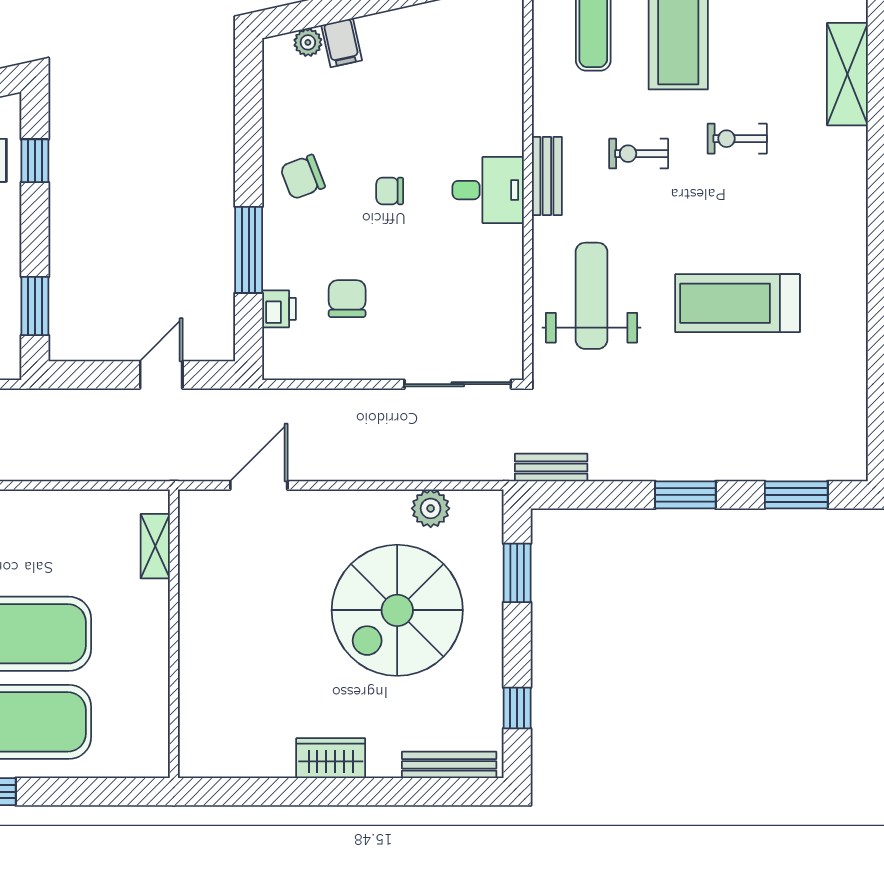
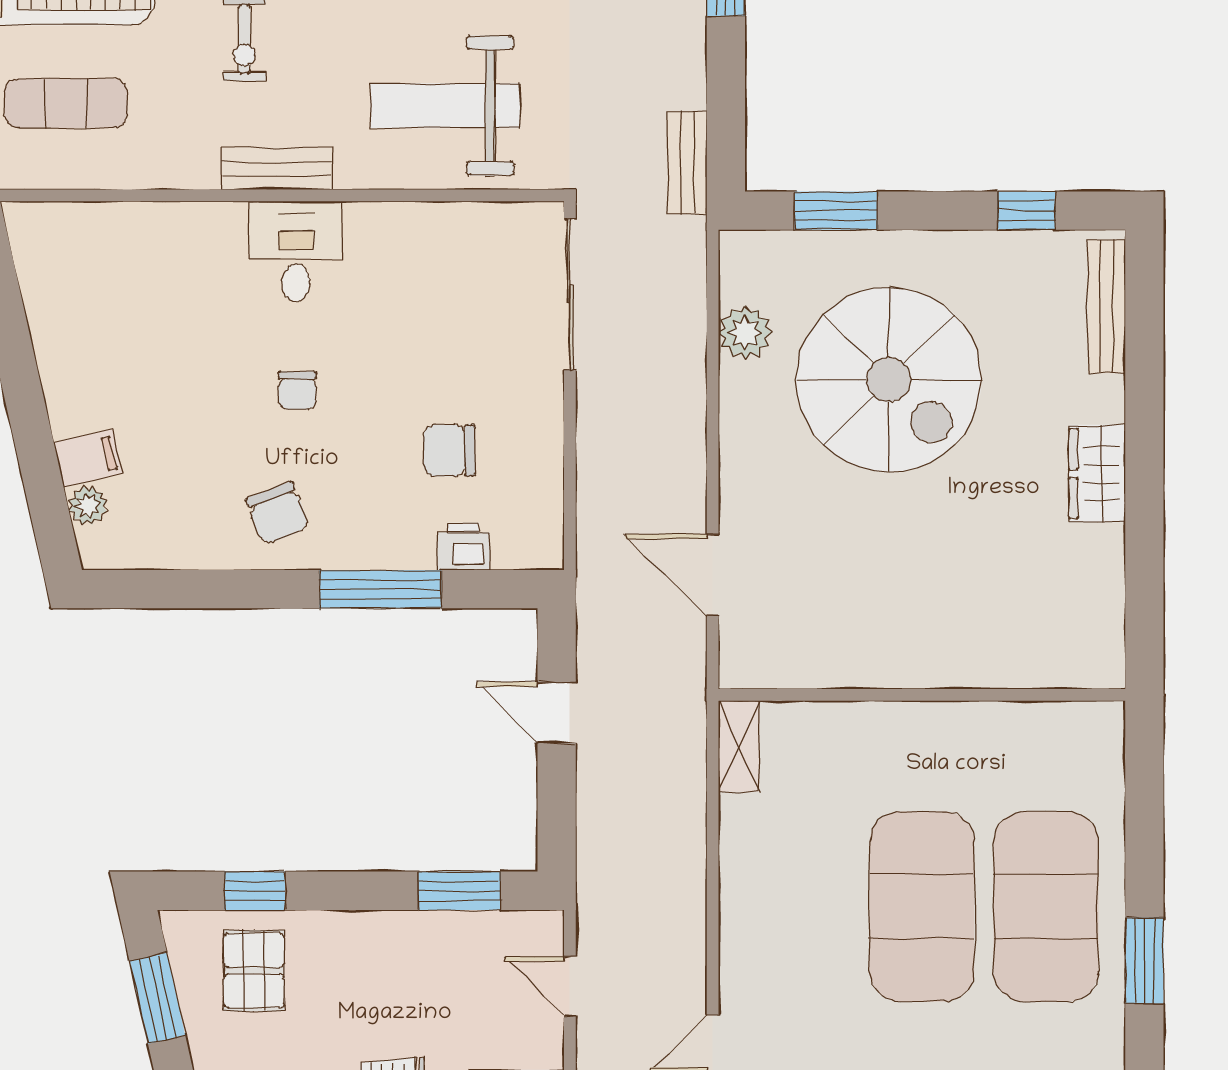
shelving: (155, 546) -> (739, 746), moved, turned 90

